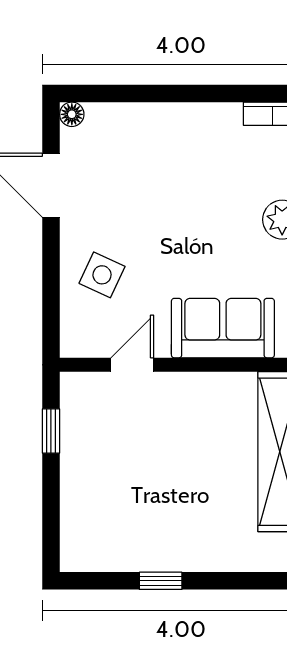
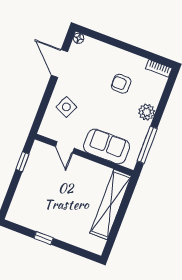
armchair: (203, 179) -> (121, 84), added
door: (132, 365) -> (65, 147), swing flipped

